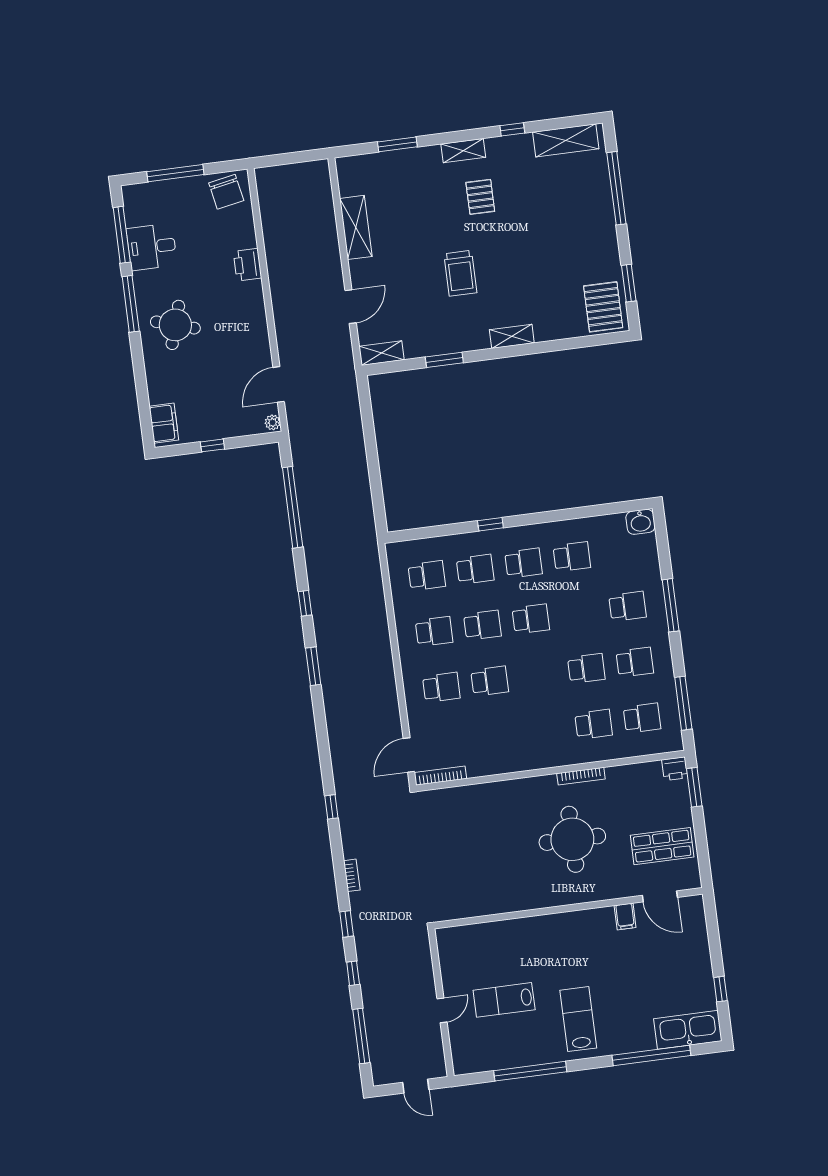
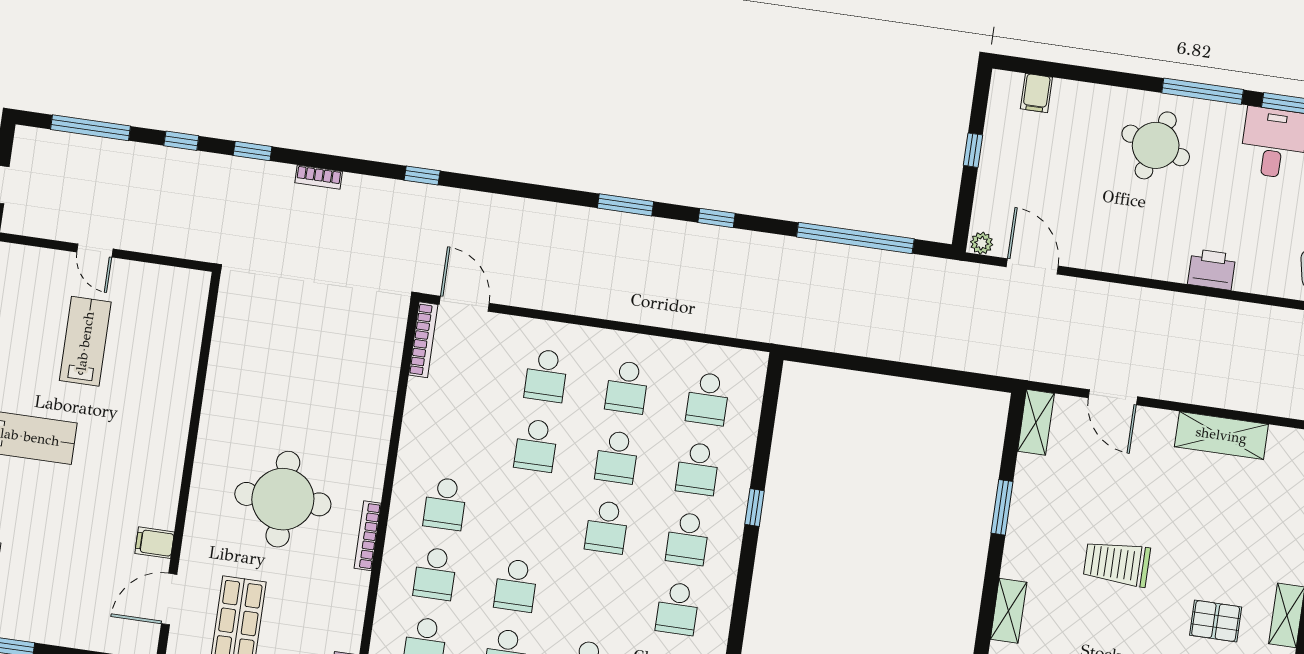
filing cabinet: (164, 423) -> (1036, 93), width x0.50
school desk: (545, 731) -> (445, 504), added

